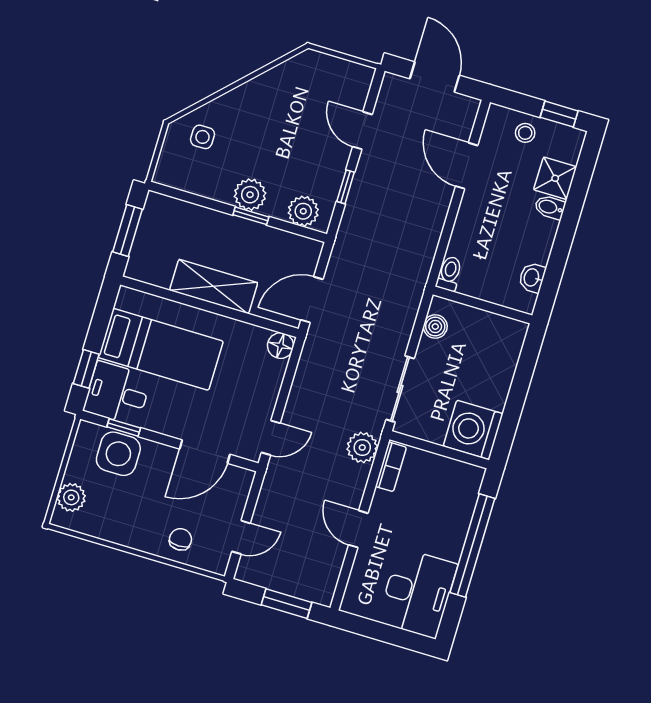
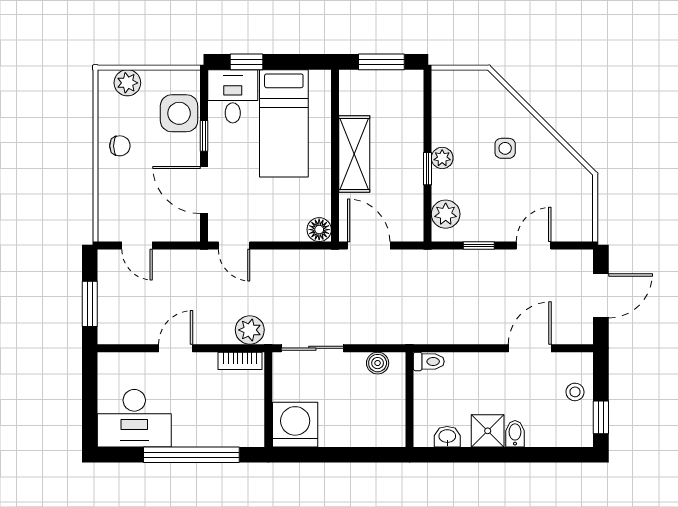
side table: (203, 137) -> (505, 148), moved
shower: (555, 178) -> (488, 431), moved
plant: (250, 195) -> (442, 158), width x0.73, depth x0.73
window: (124, 427) -> (204, 136), moved
chair: (180, 539) -> (120, 146), moved

